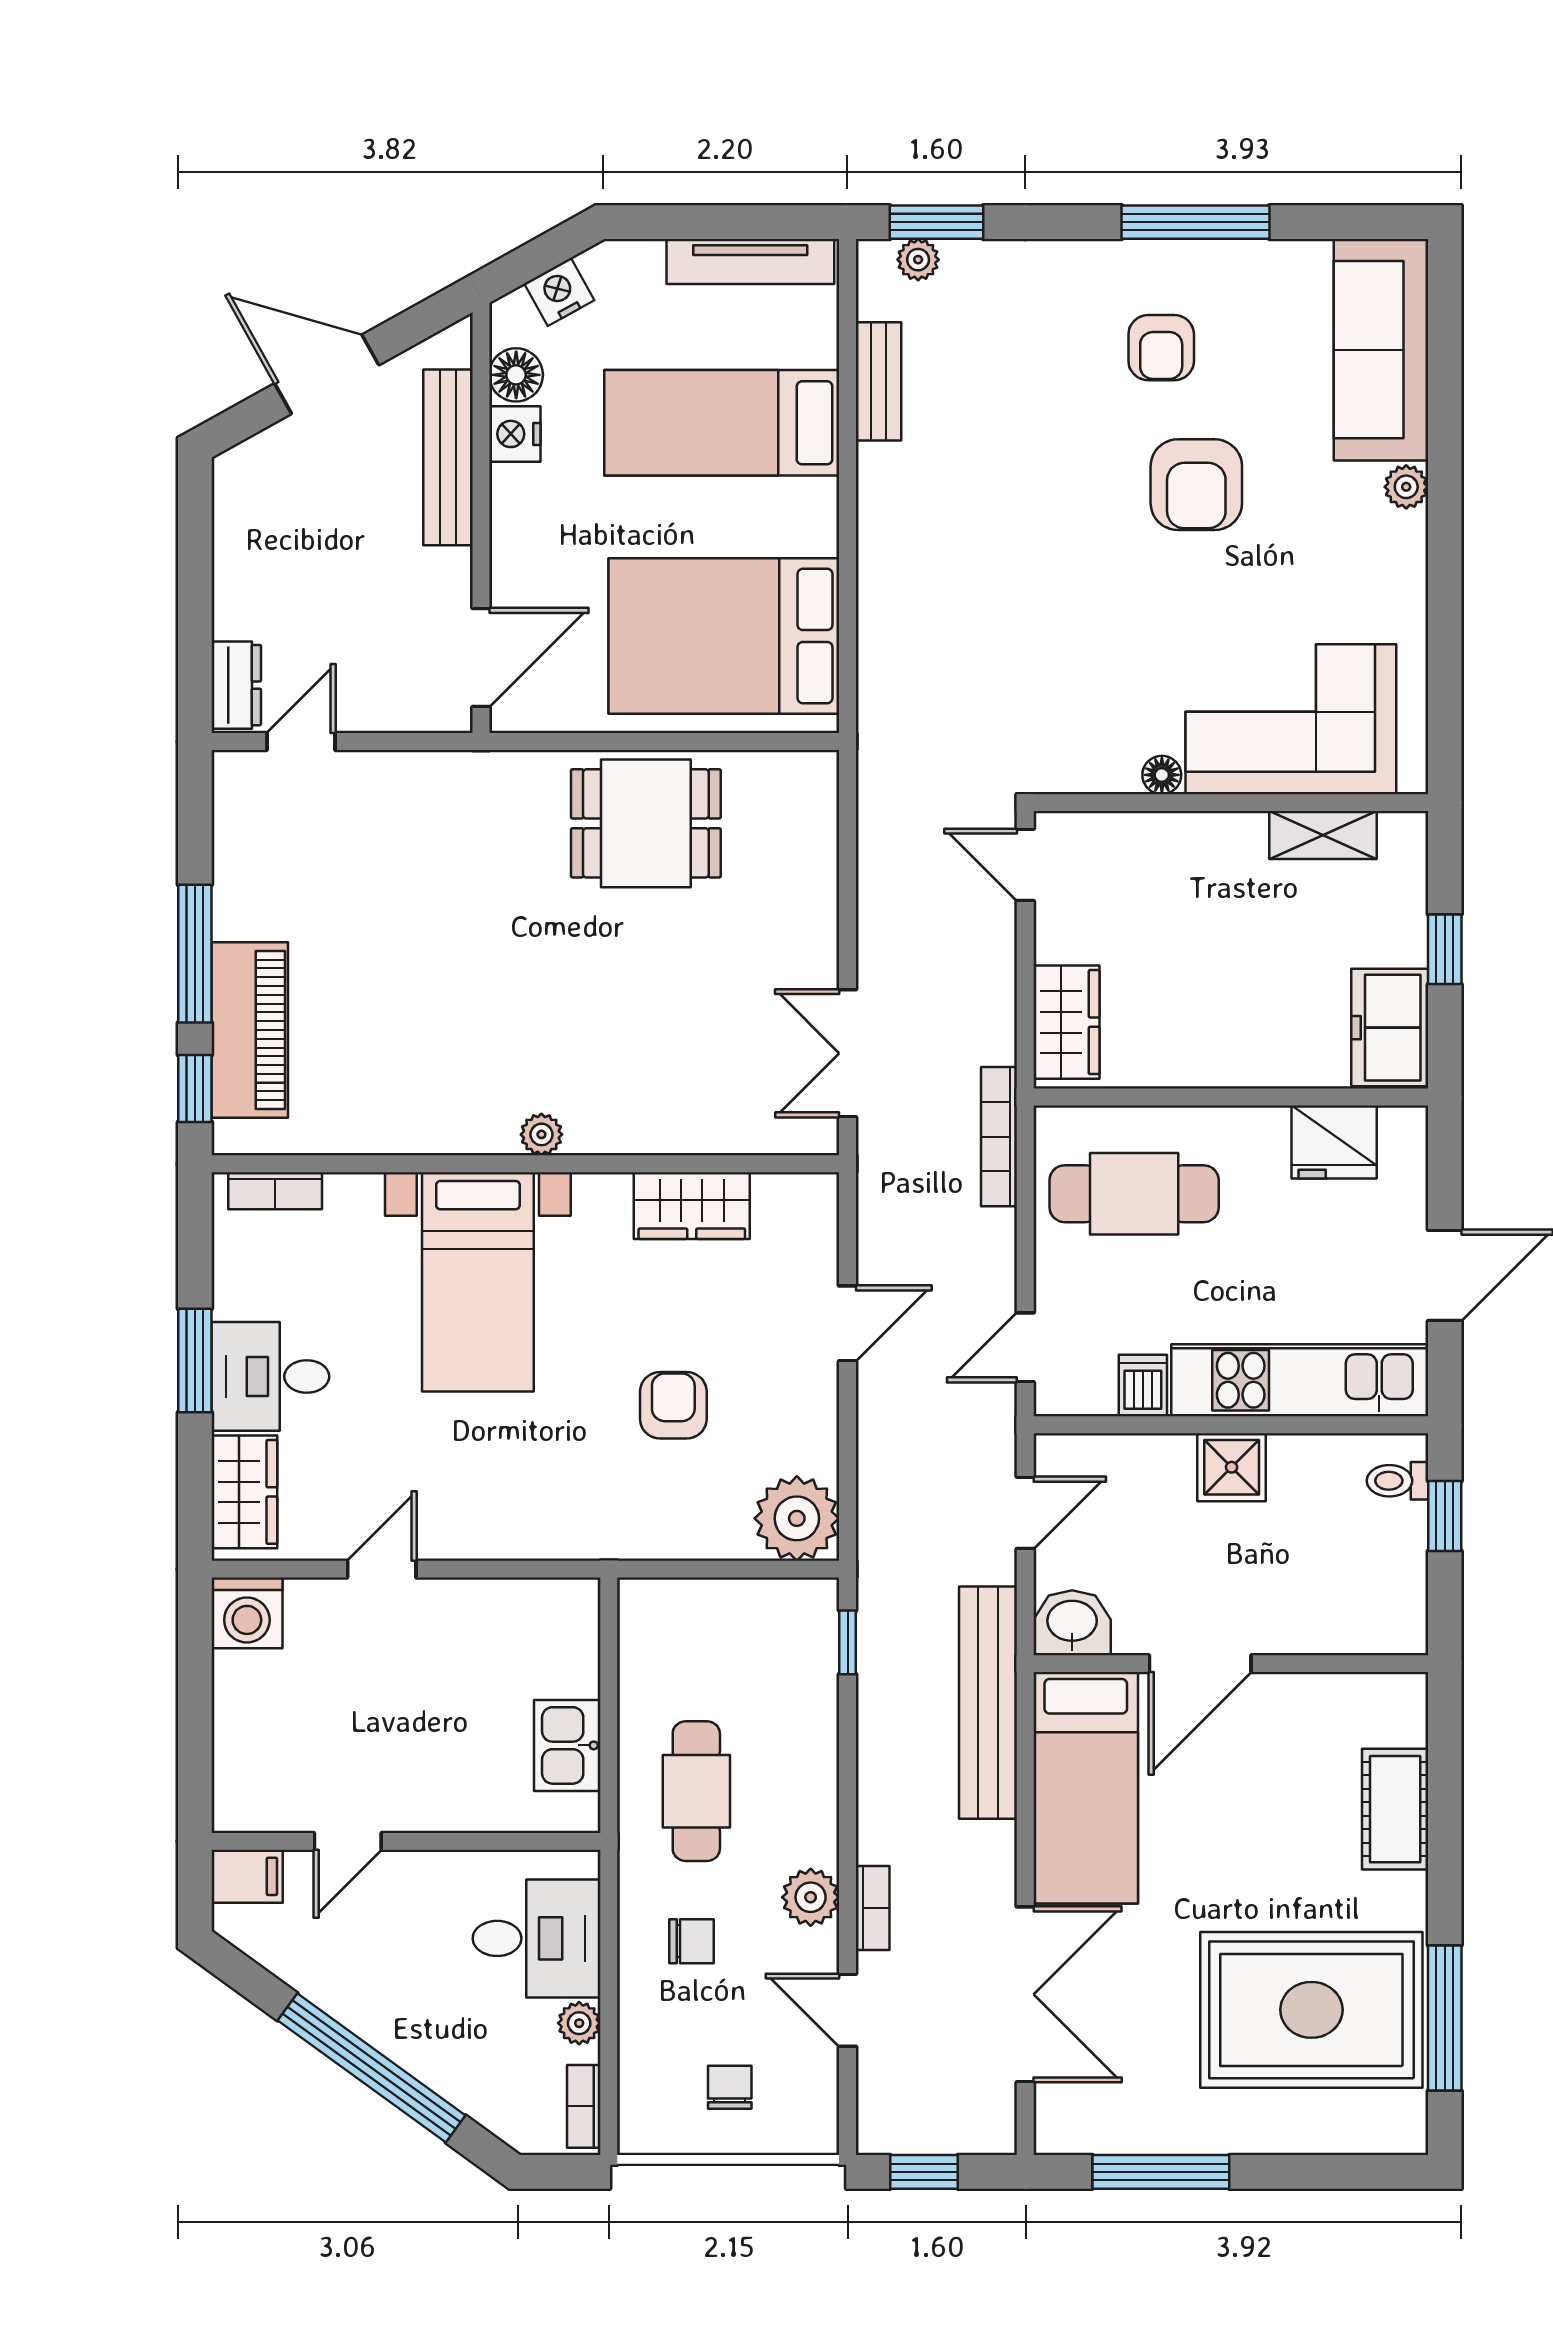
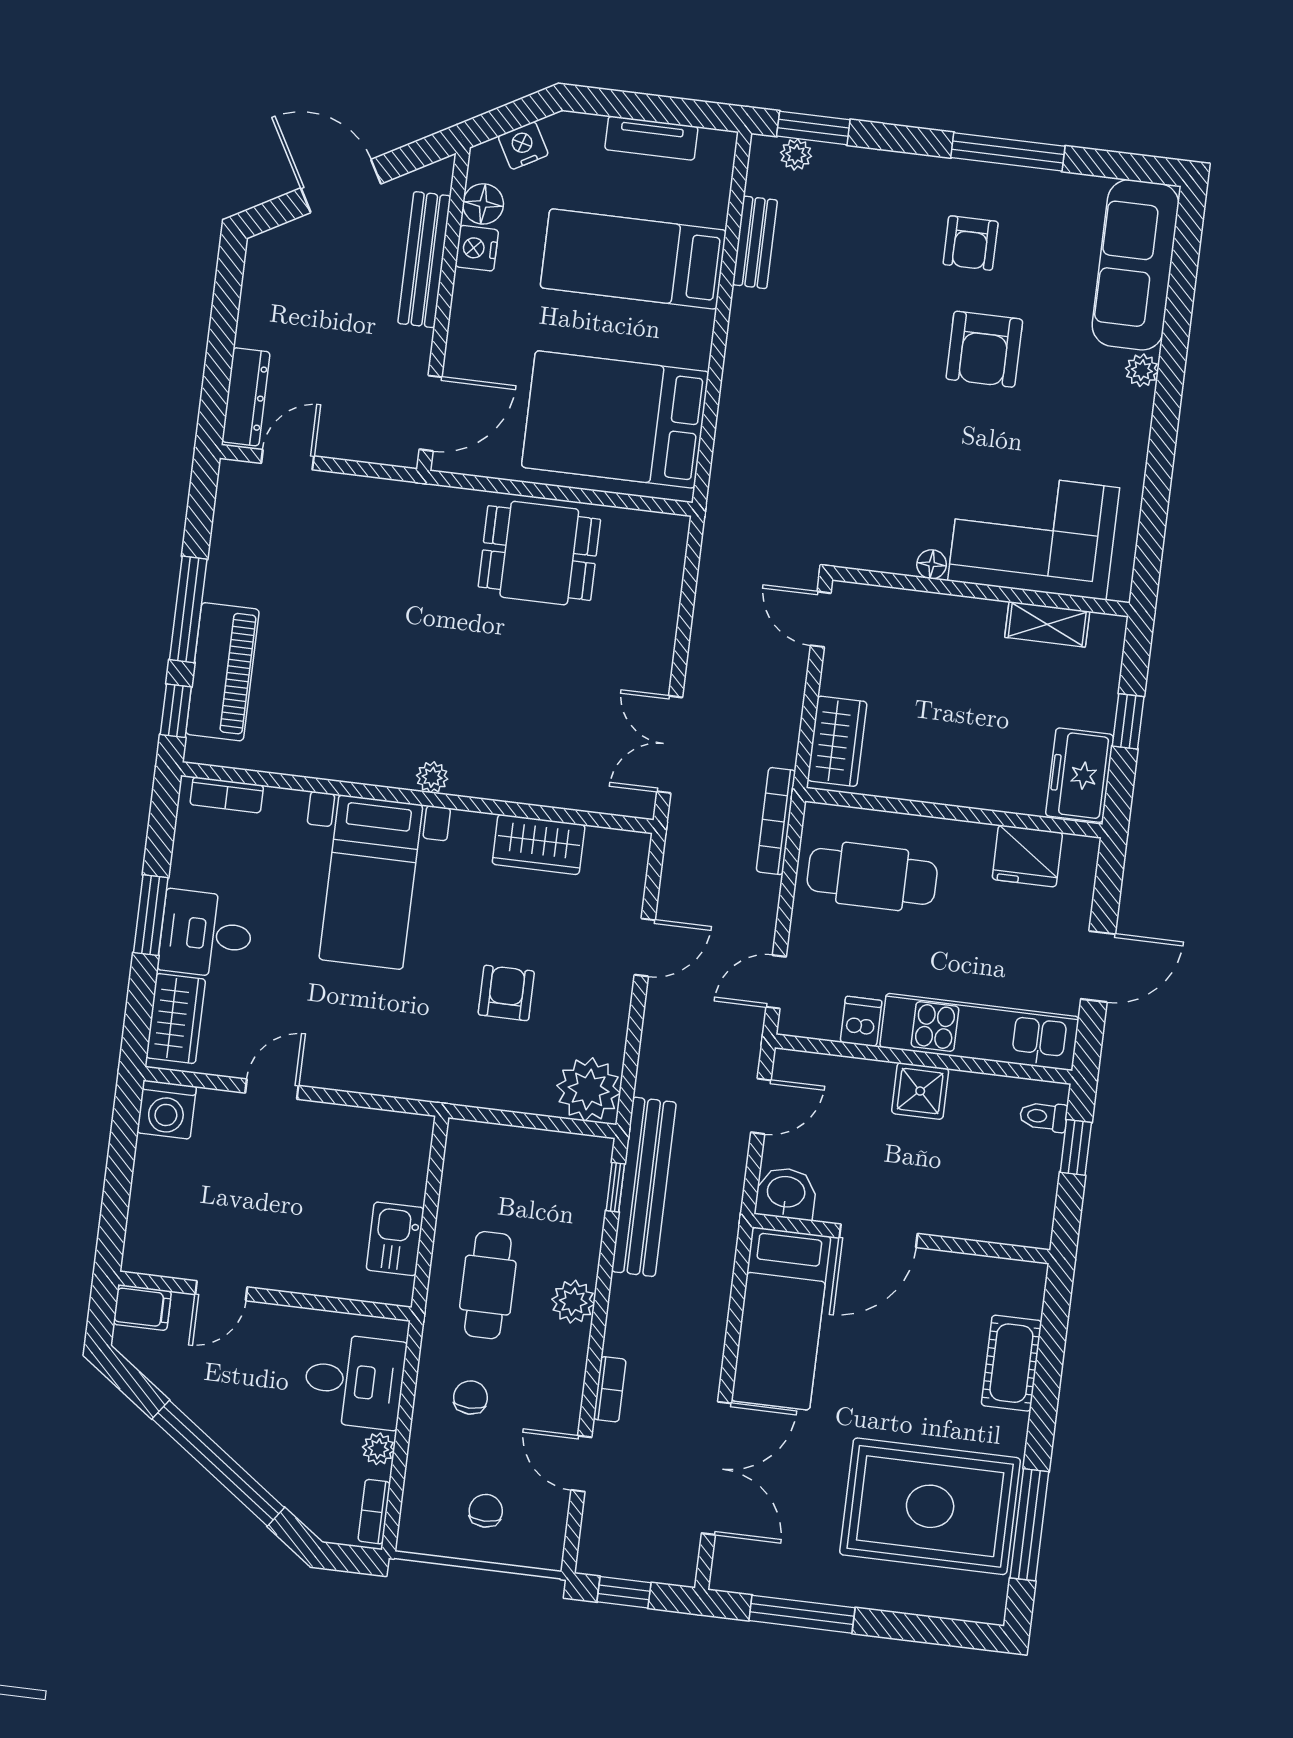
tv unit: (750, 262) -> (651, 138), width x0.71
dresser: (236, 685) -> (246, 397), width x1.44
bench: (988, 1703) -> (644, 1187), moved
plant: (811, 1897) -> (573, 1302), moved
chair: (692, 1941) -> (470, 1397), turned -90

